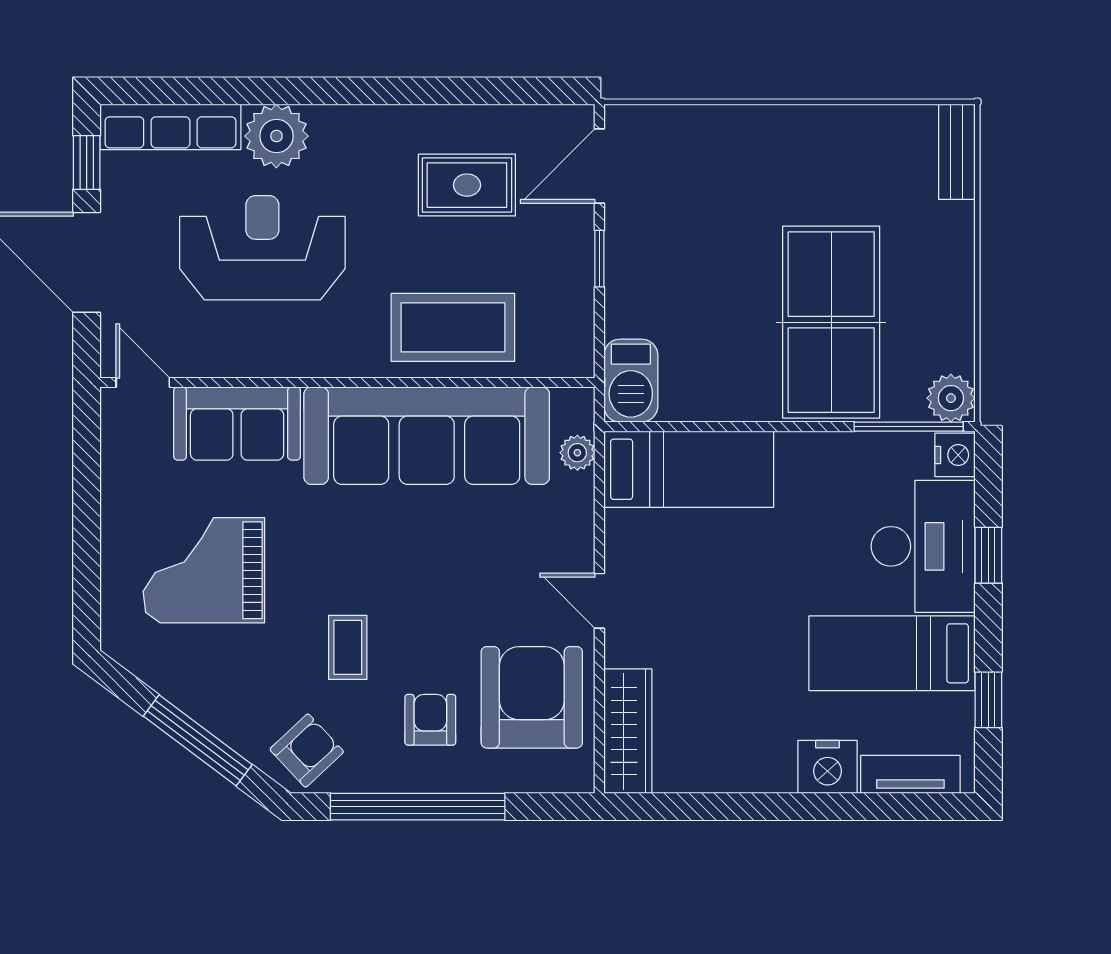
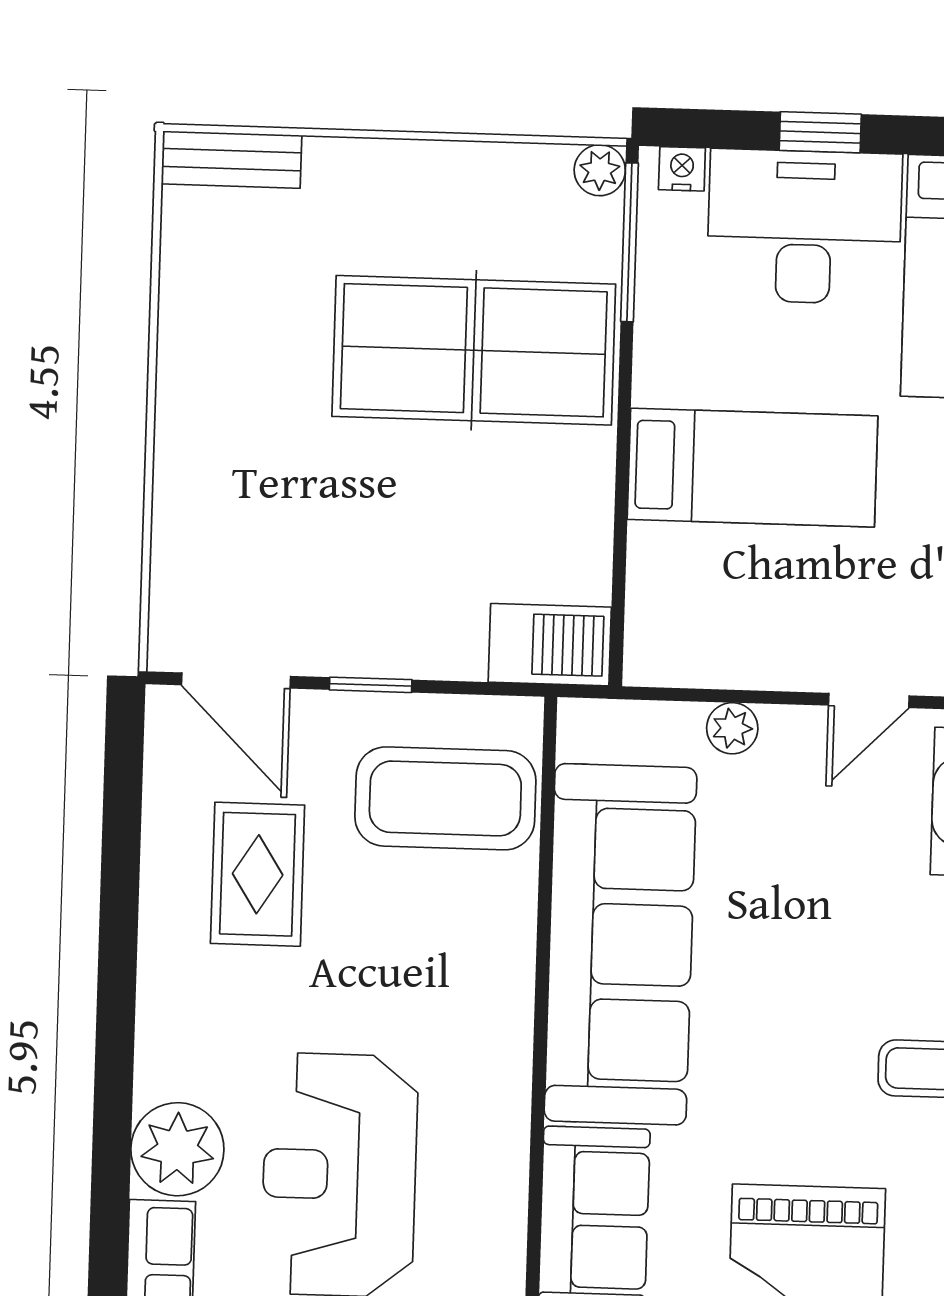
coffee table: (453, 327) -> (445, 798), moved, turned 90
plant: (951, 398) -> (600, 170), width x0.73, depth x0.73
plant: (577, 453) -> (732, 728), moved
nightstand: (955, 455) -> (682, 169), width x0.72, depth x0.74
bed: (689, 469) -> (753, 468), moved, turned 90

